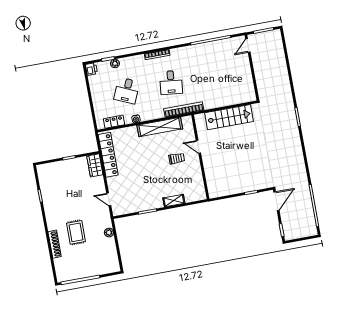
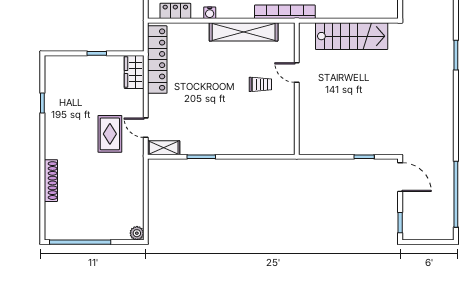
shelving: (174, 201) -> (164, 148), moved
door: (276, 201) -> (400, 177), hinge flipped
rug: (76, 232) -> (110, 134), moved
plant: (109, 233) -> (137, 233), moved

